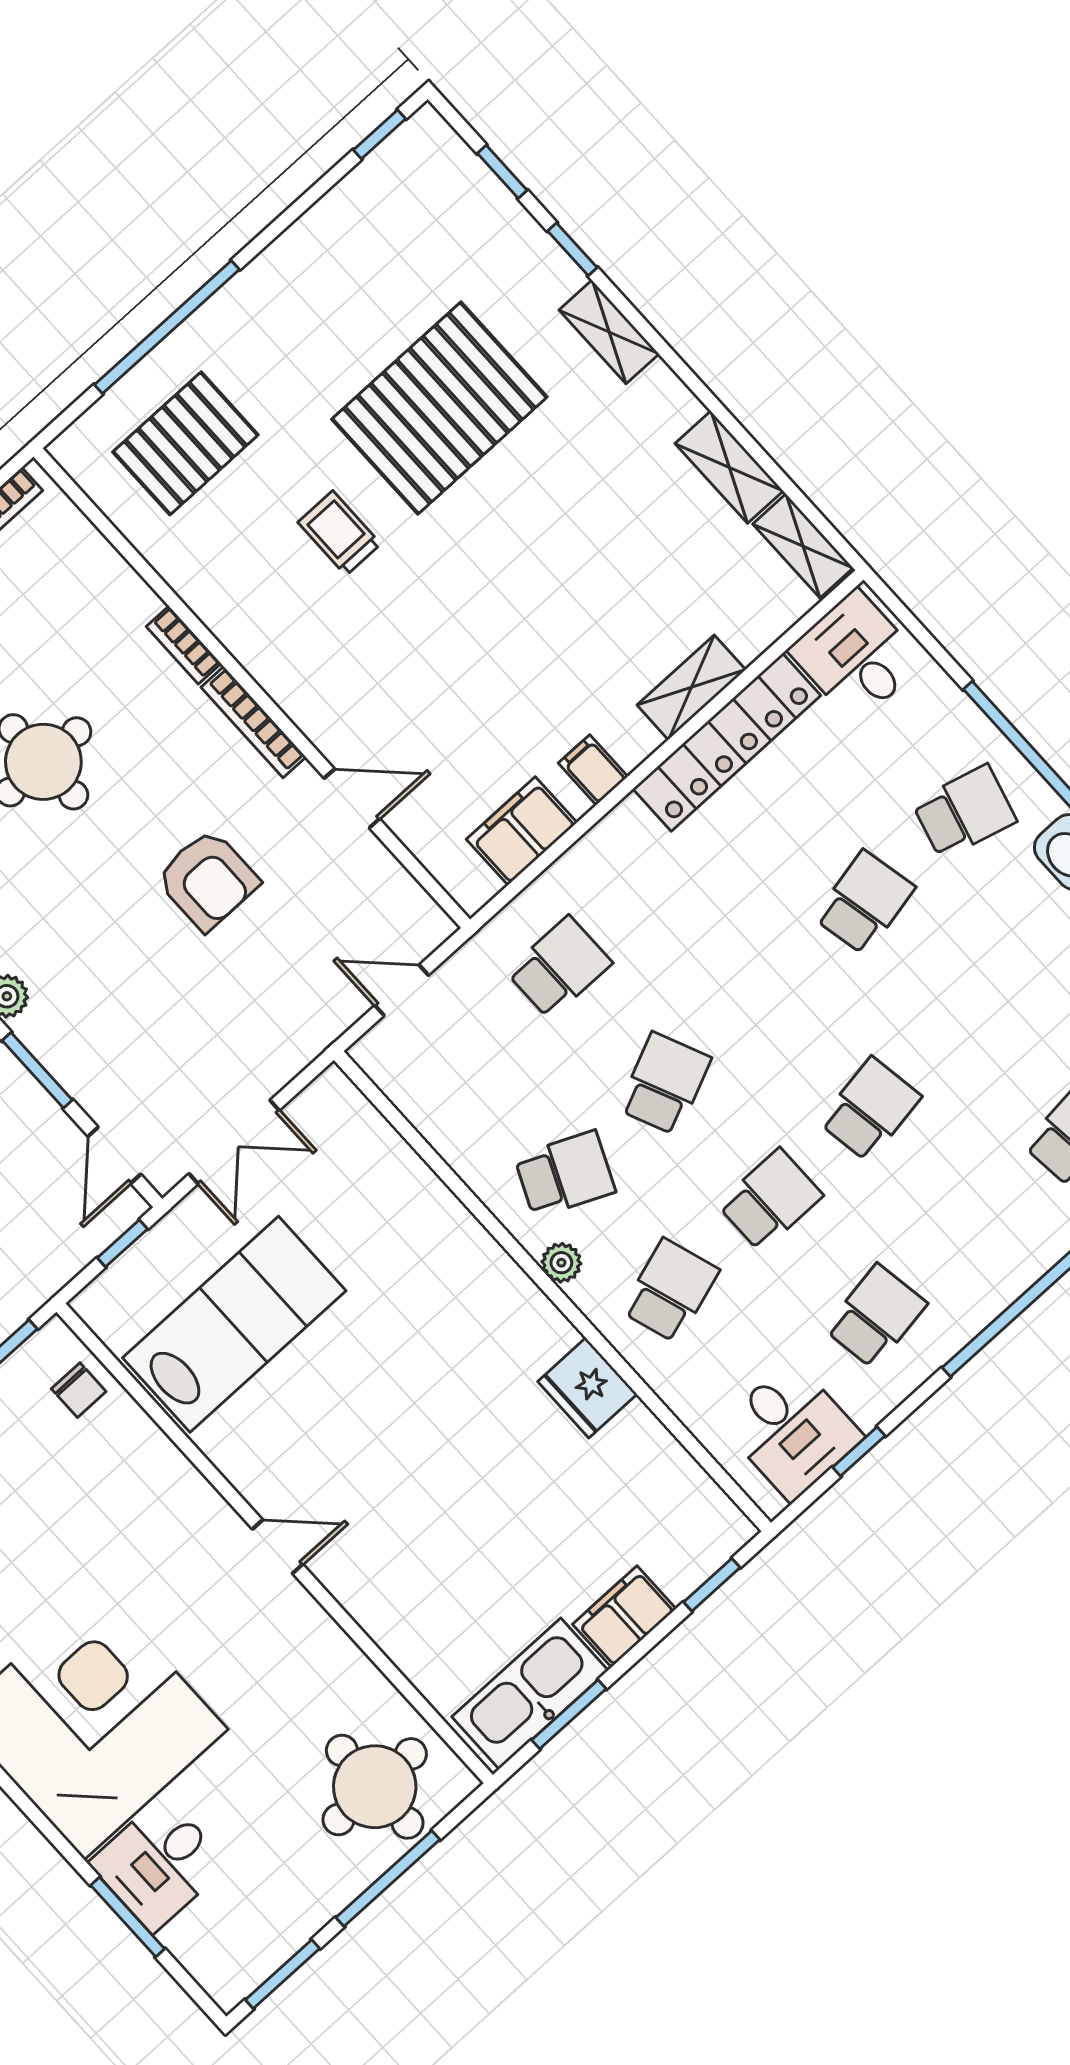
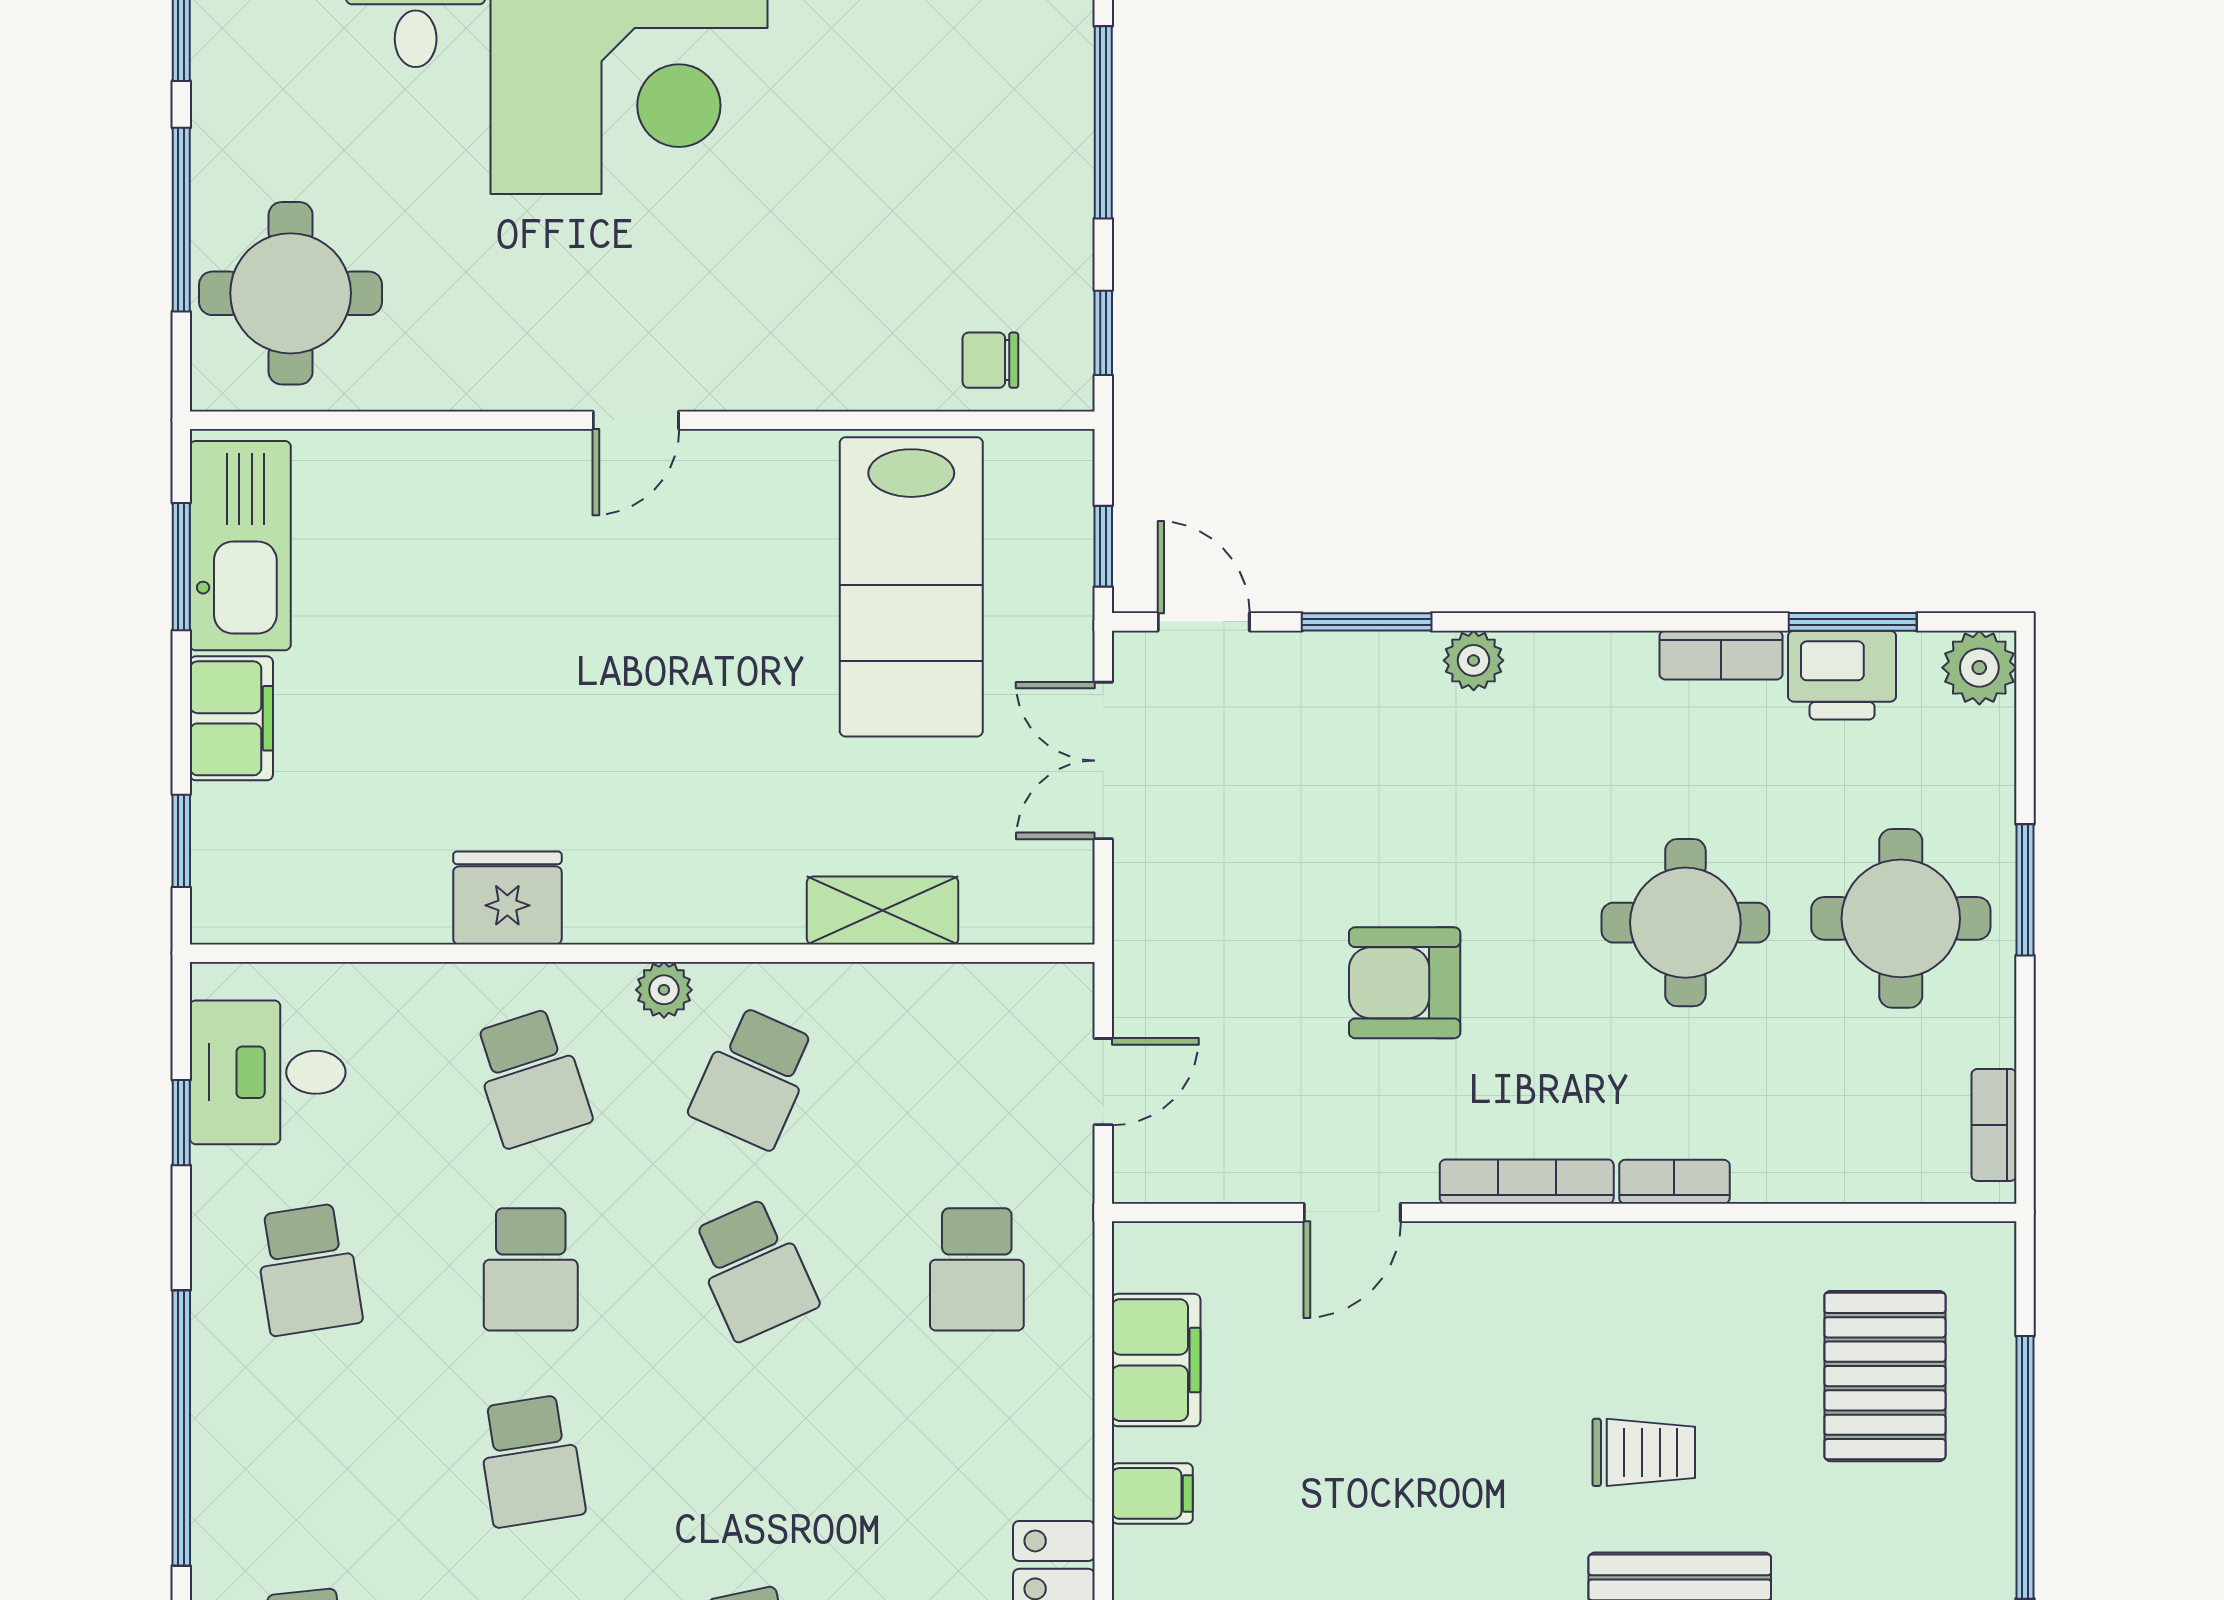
shelving: (417, 1186) -> (883, 911), added

